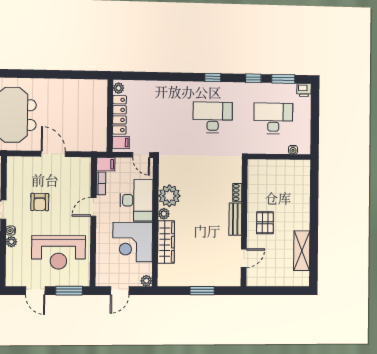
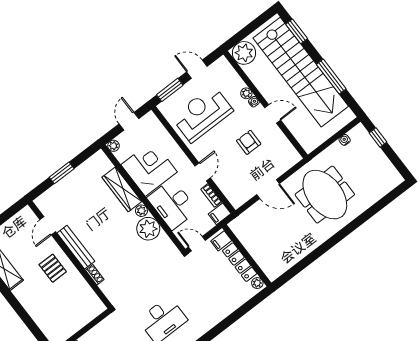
bench: (235, 219) -> (76, 247), width x1.36

